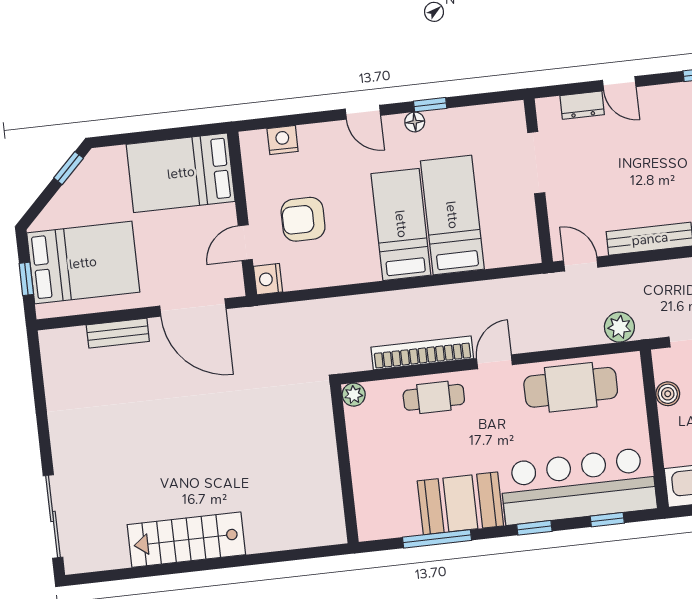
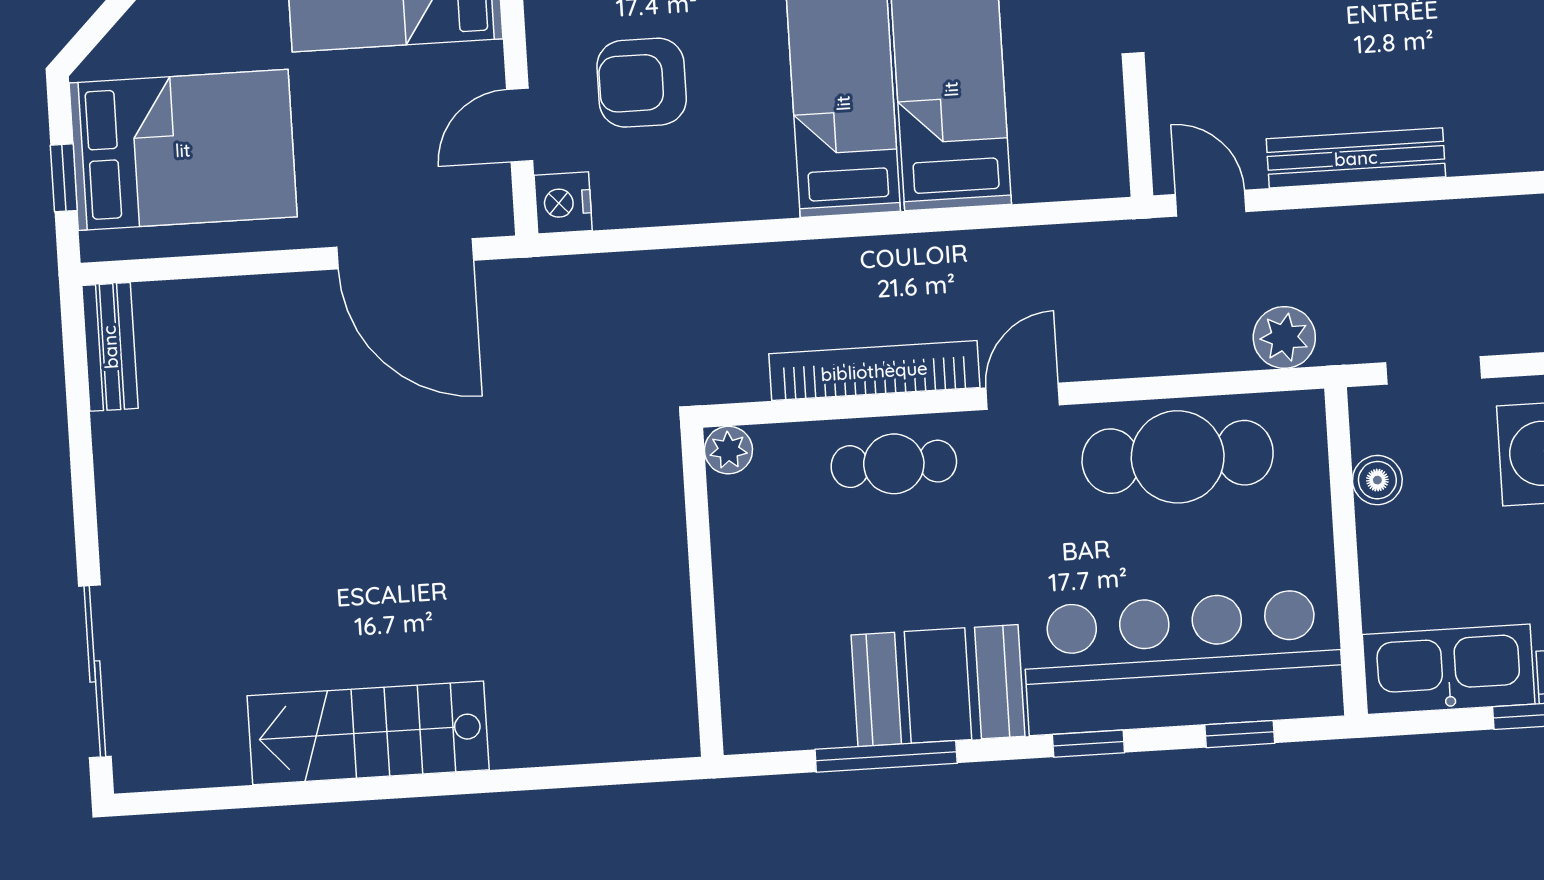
bench: (118, 333) -> (110, 347), moved, turned 90

